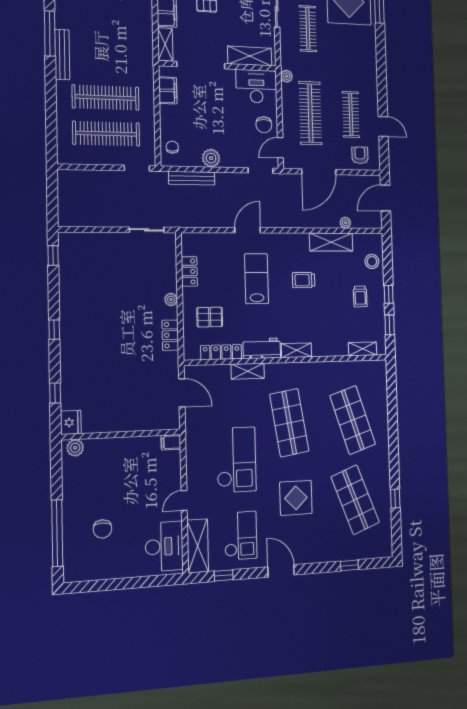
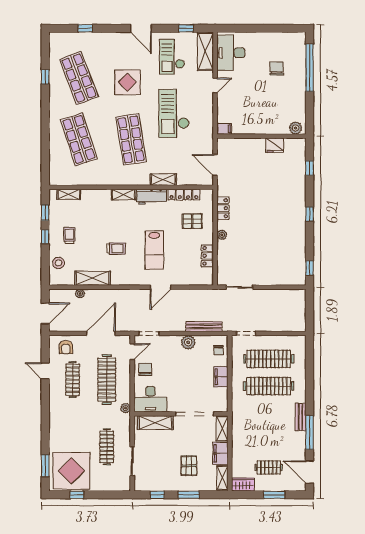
bench: (62, 55) -> (301, 417), width x0.73
filing cabinet: (168, 90) -> (221, 377), moved
fridge: (71, 422) -> (275, 145), moved, turned -90

